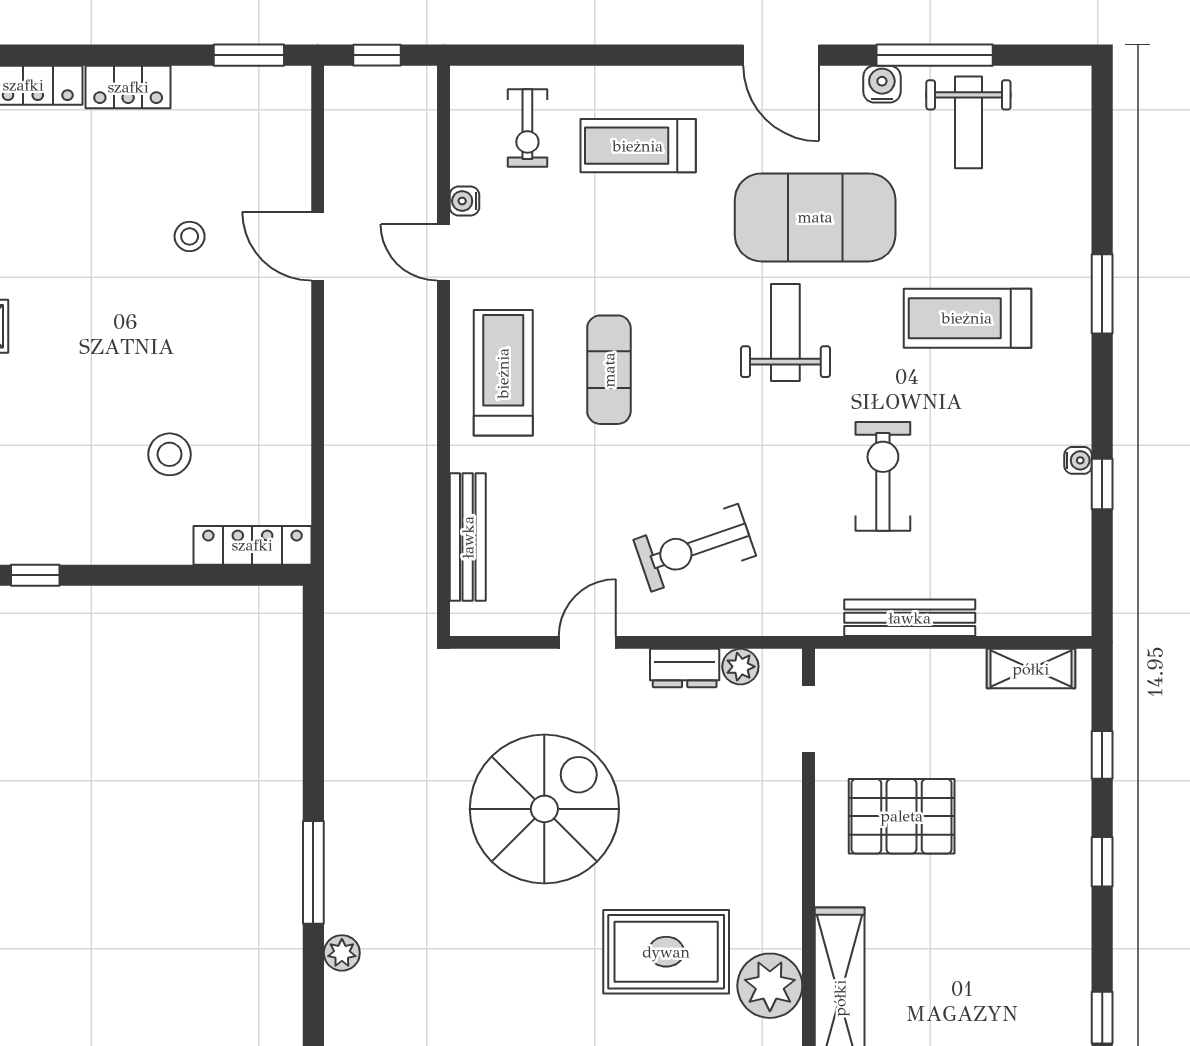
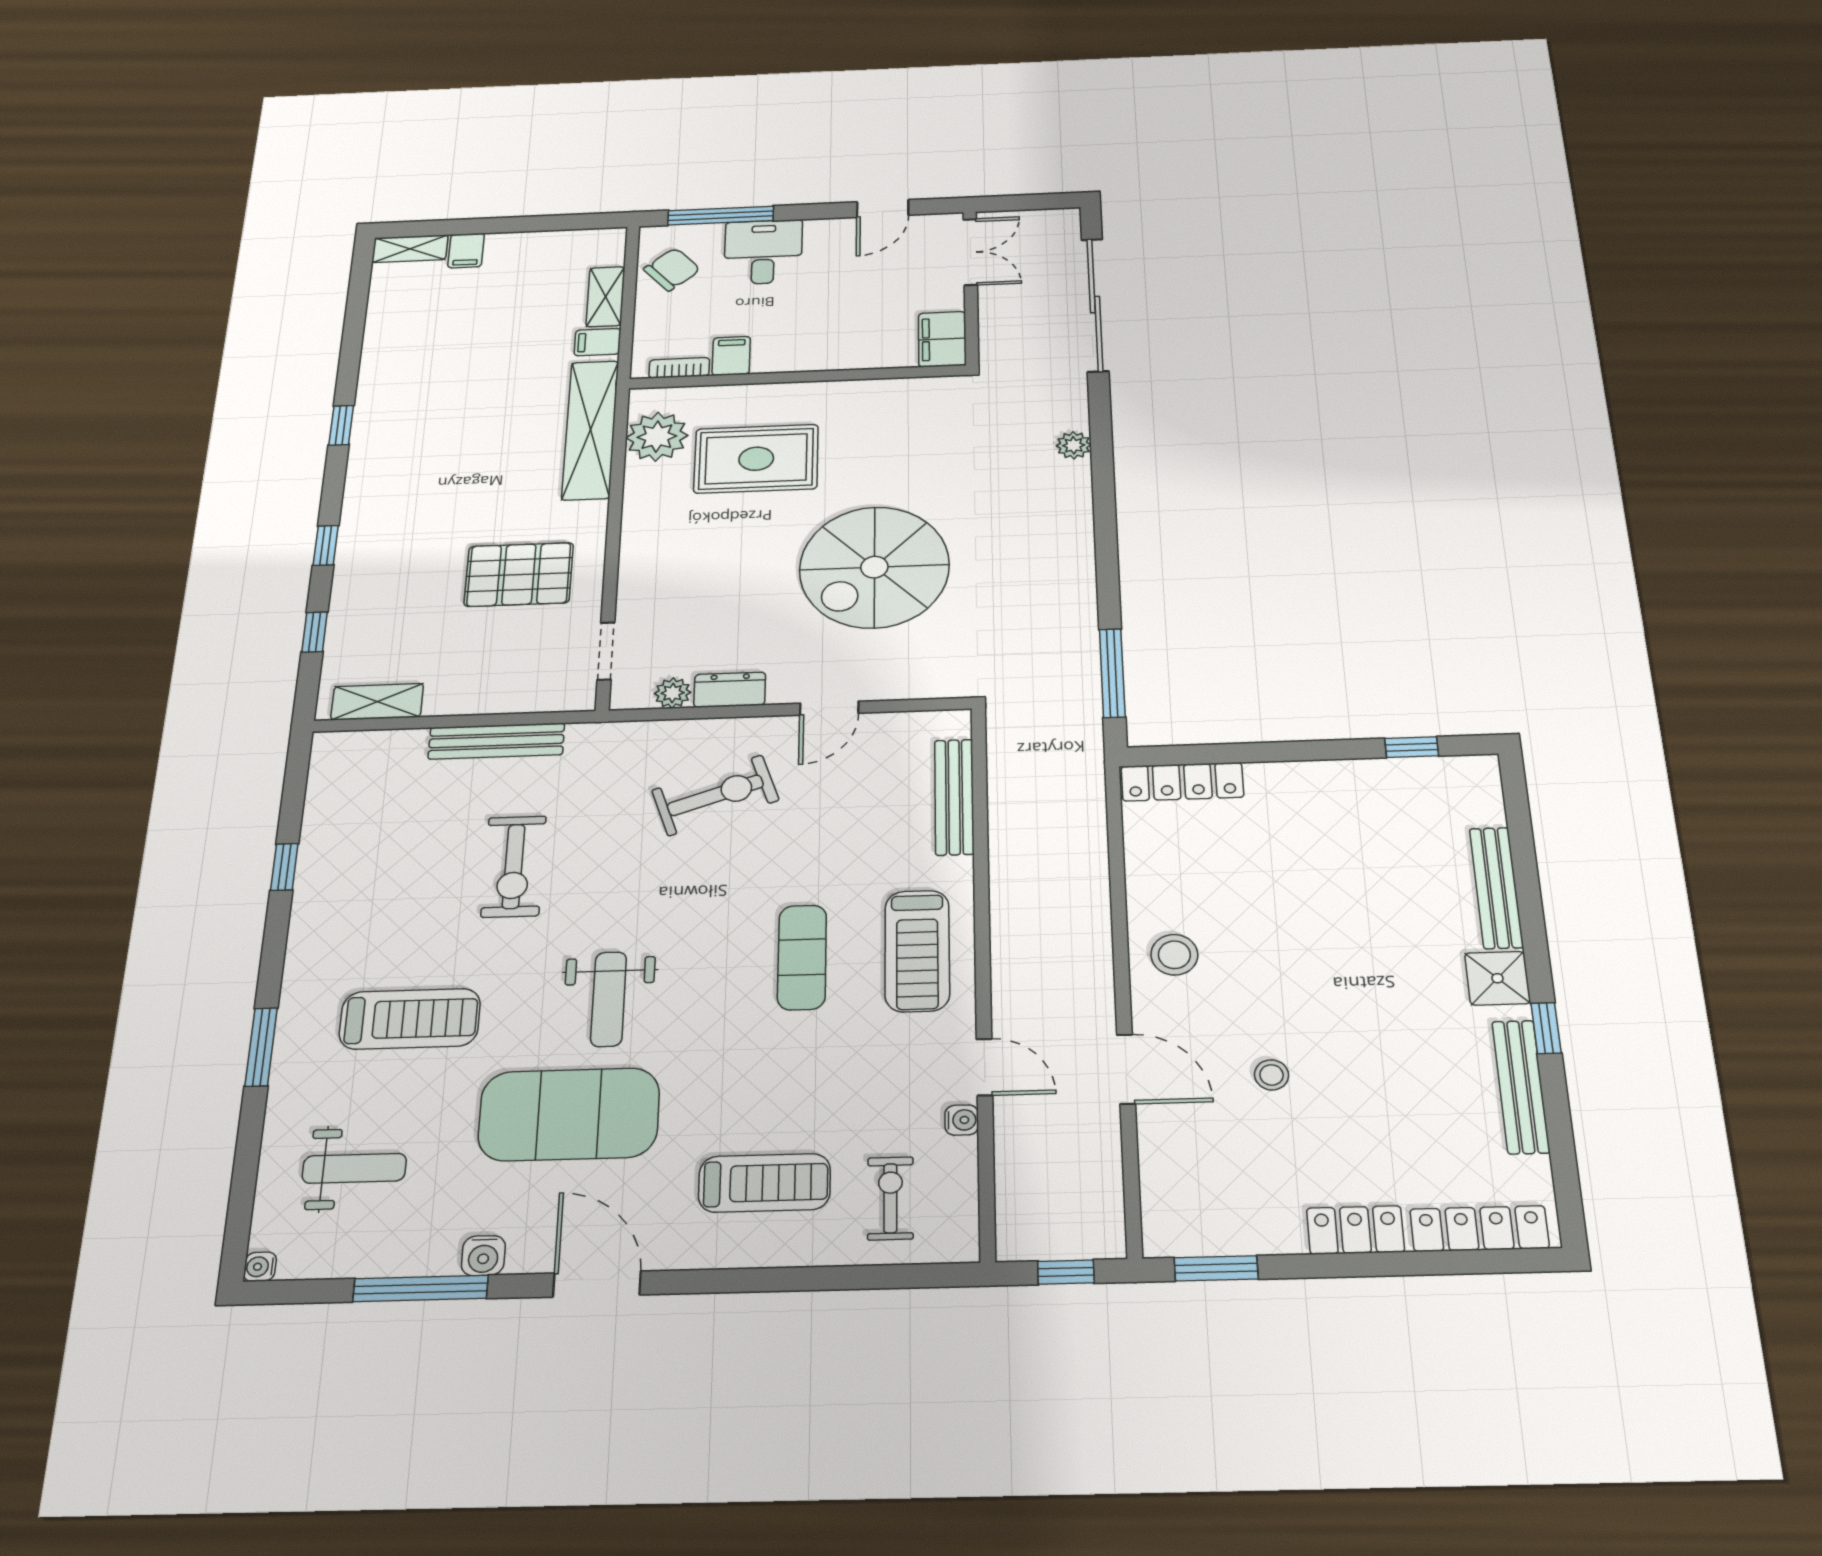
weight bench: (968, 122) -> (354, 1168), moved, turned 90
stool: (170, 454) -> (1174, 955), moved
water cooler: (1078, 460) -> (260, 1267), moved
window: (313, 872) -> (1112, 673), moved

